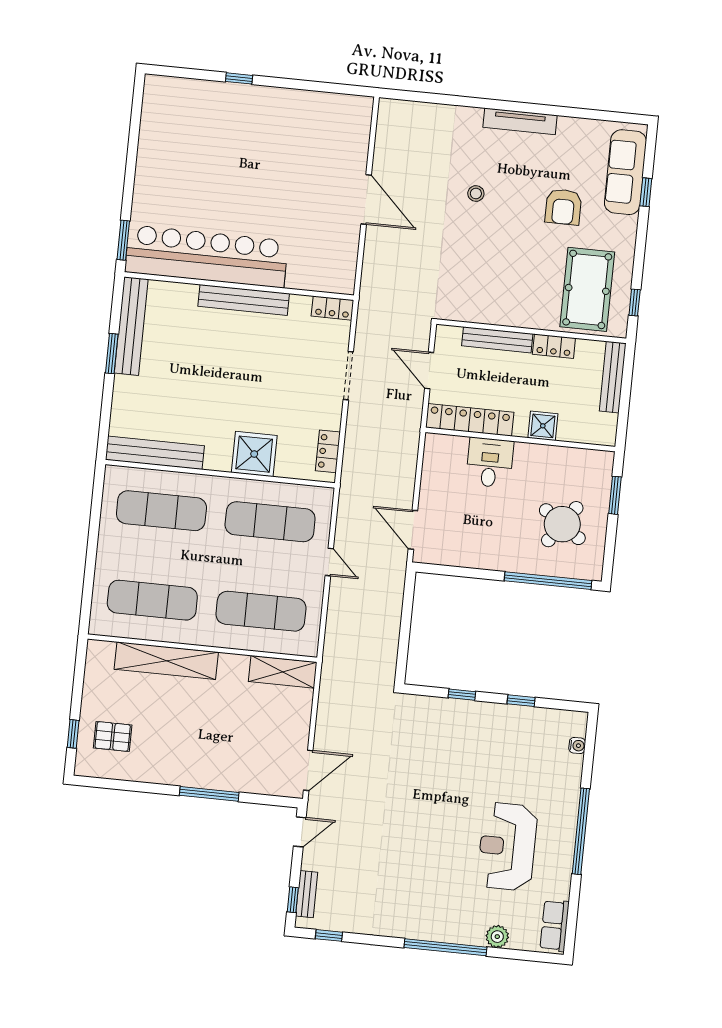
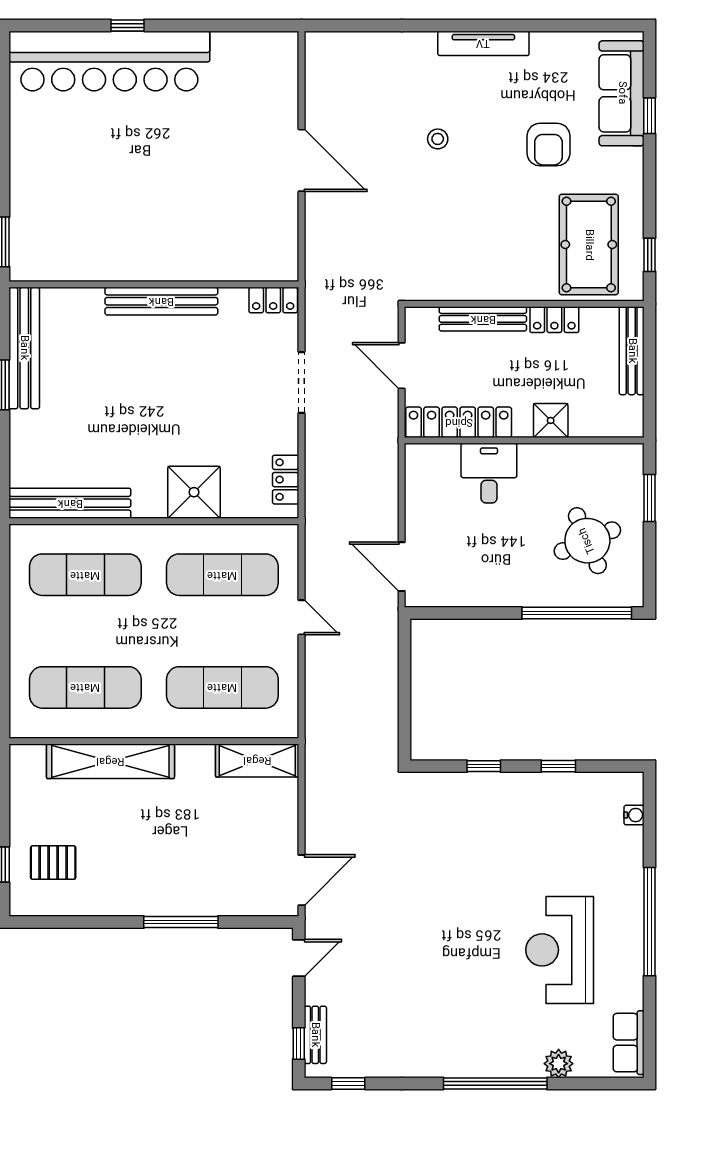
bar counter: (206, 256) -> (109, 61), moved, turned 180
round table: (562, 524) -> (587, 541), turned 32

